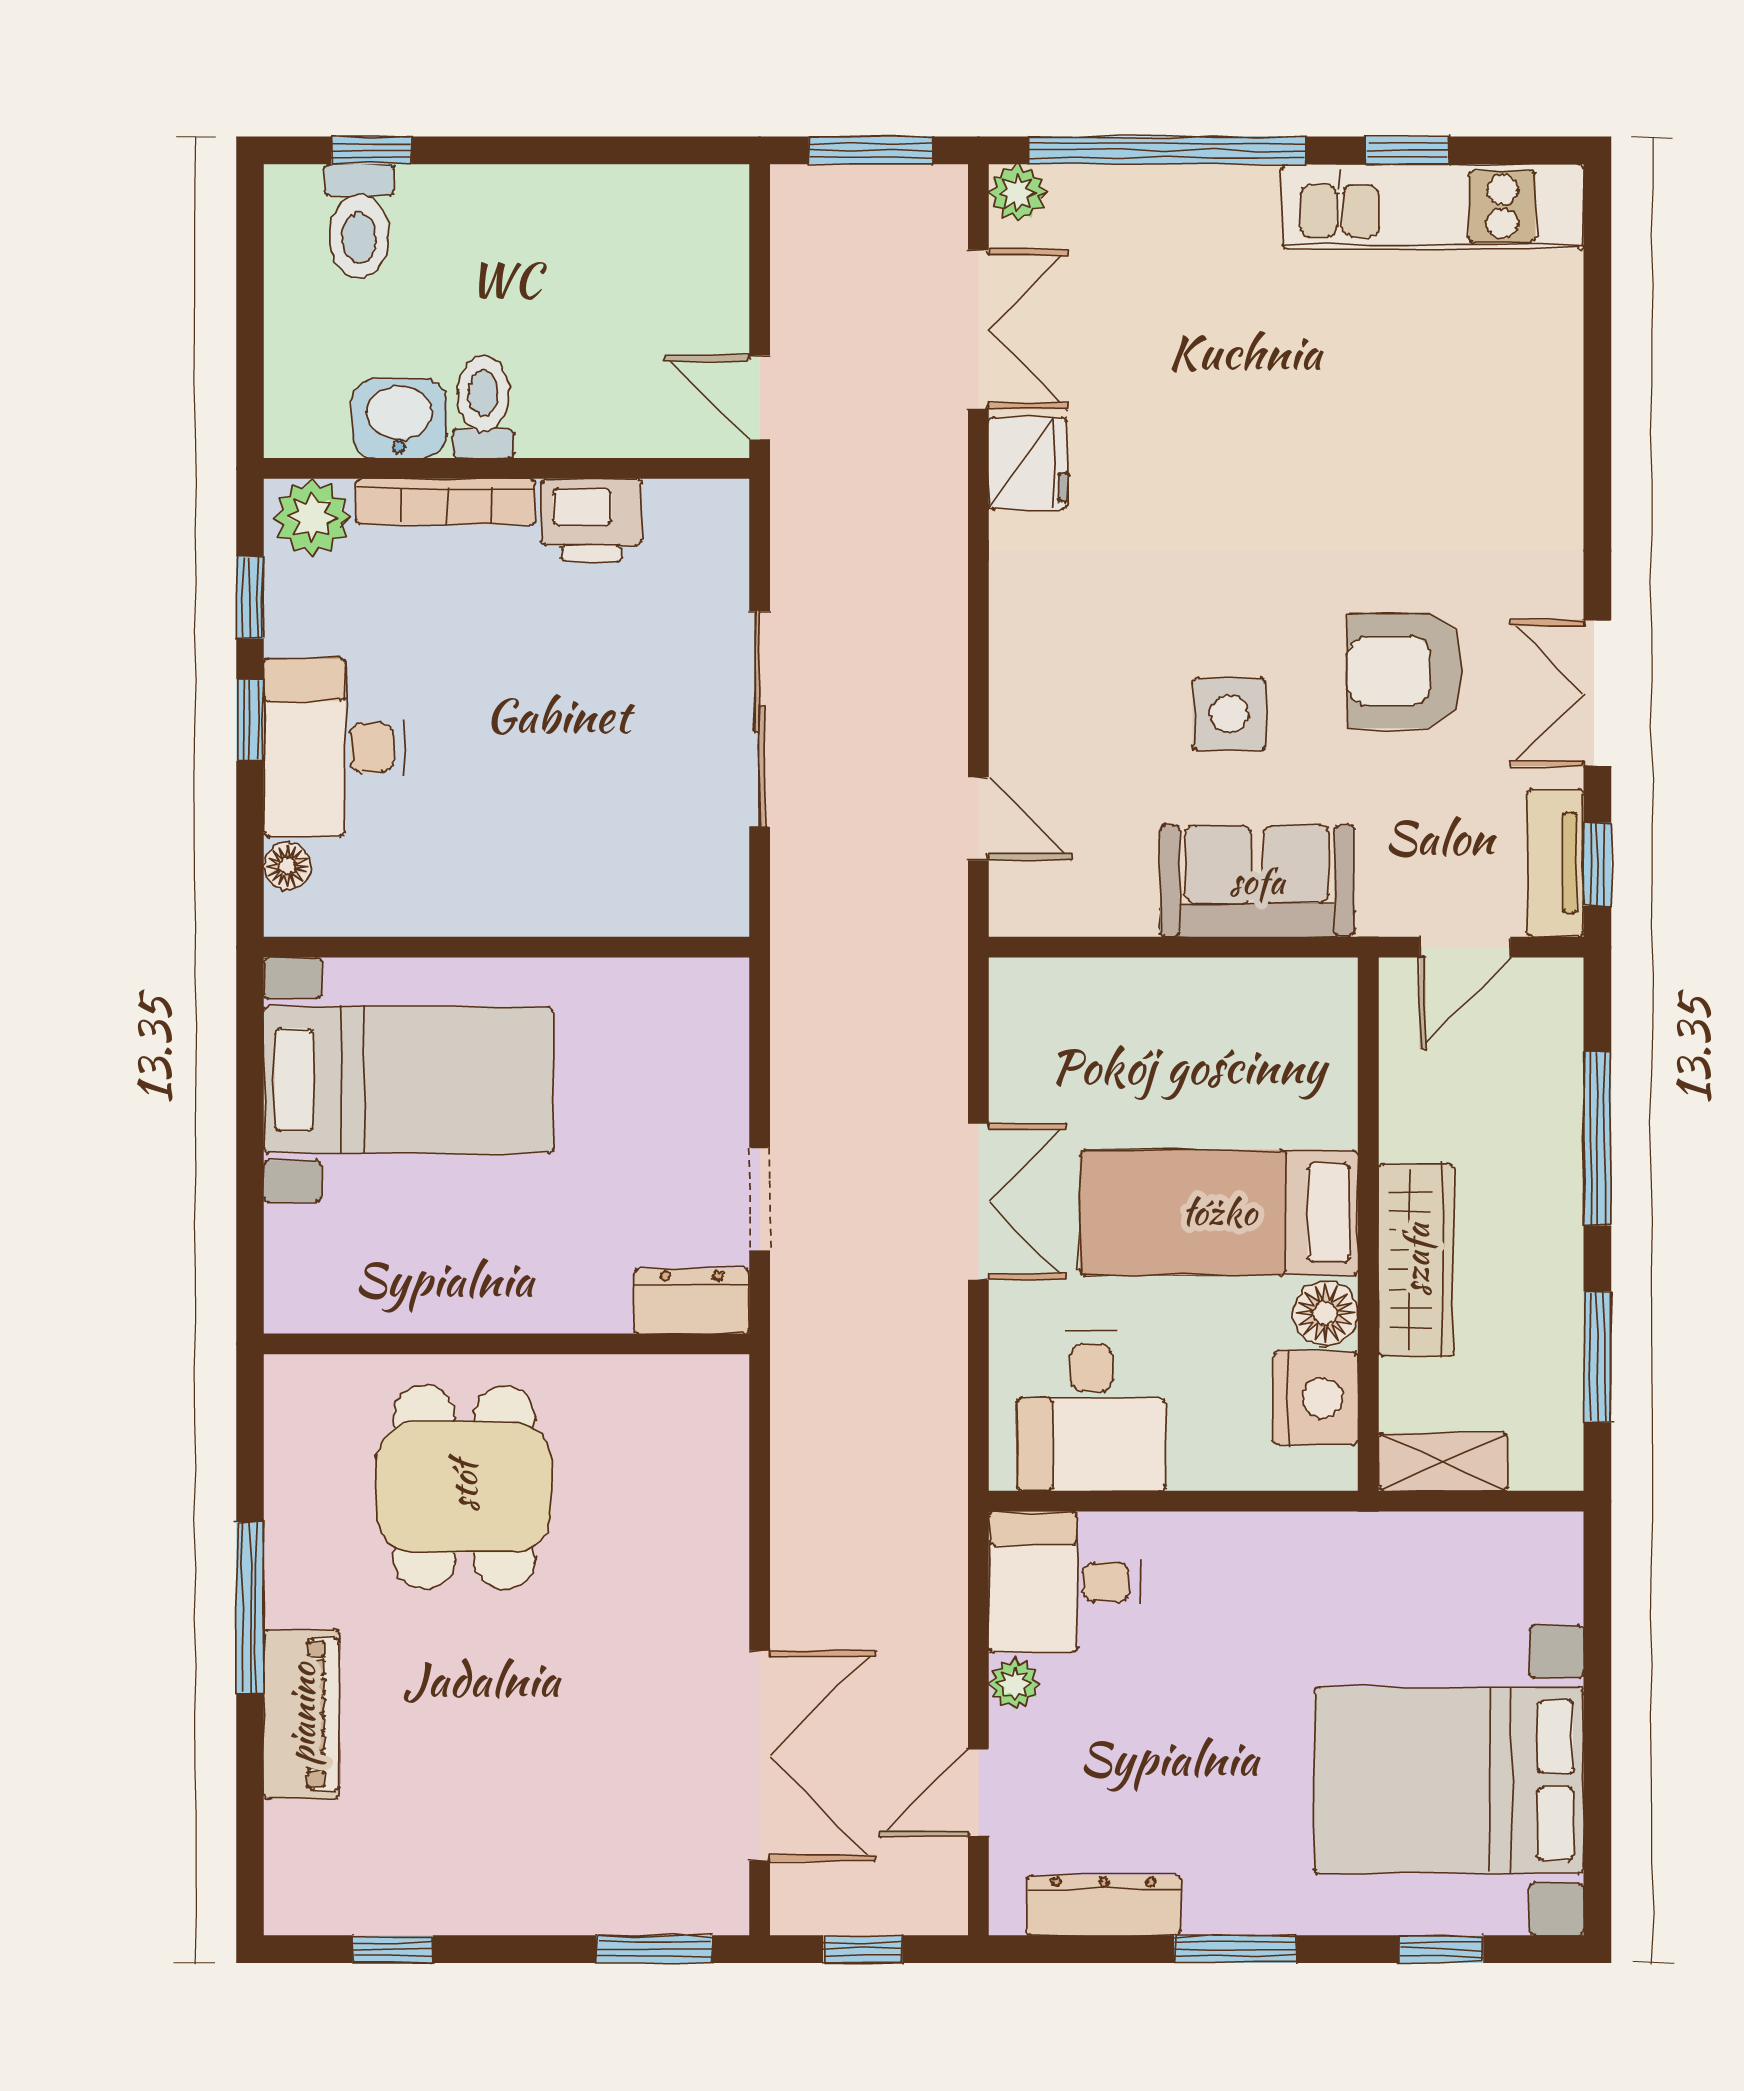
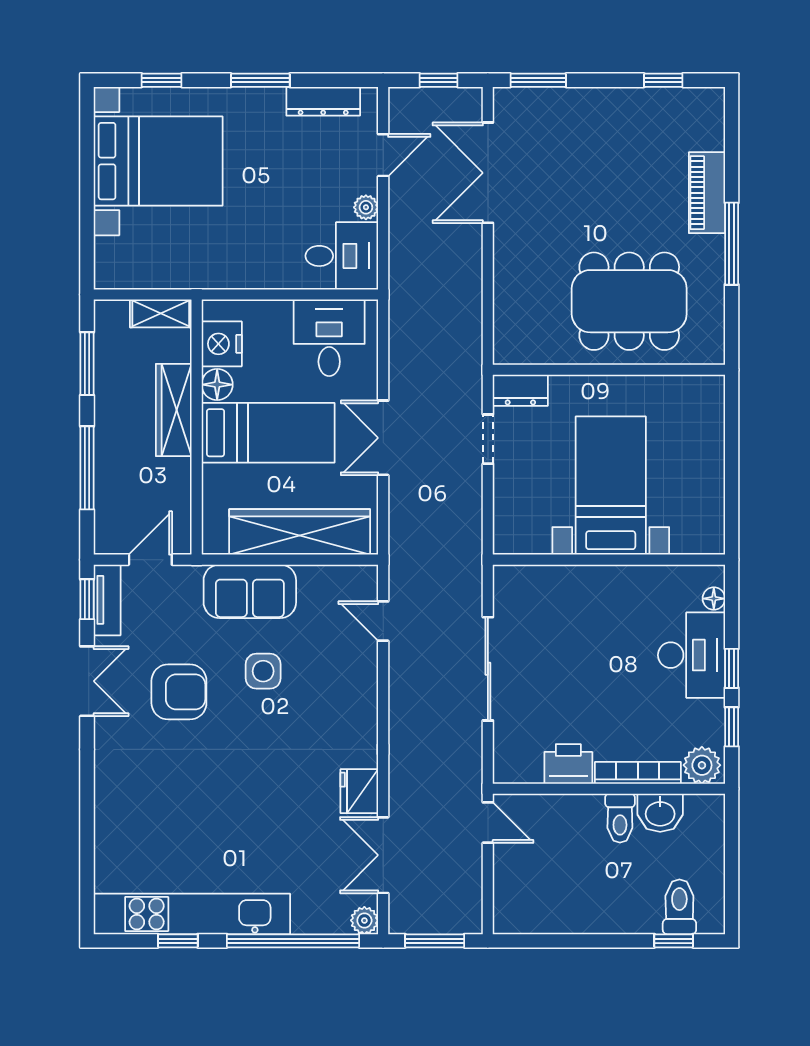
kitchen unit: (1433, 207) -> (192, 914), width x1.36
wardrobe: (1153, 1005) -> (300, 532), added
bed with nightstands: (408, 1080) -> (611, 486), moved, turned 90
dining table: (464, 1487) -> (629, 301), width x1.38

